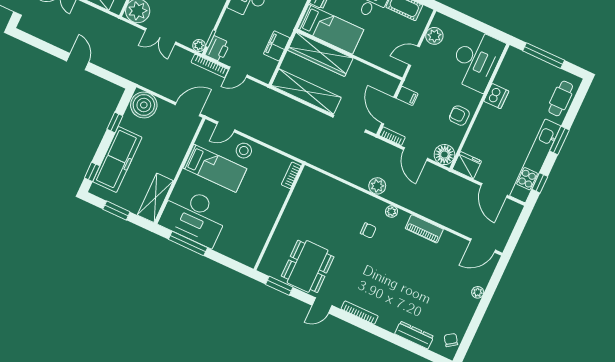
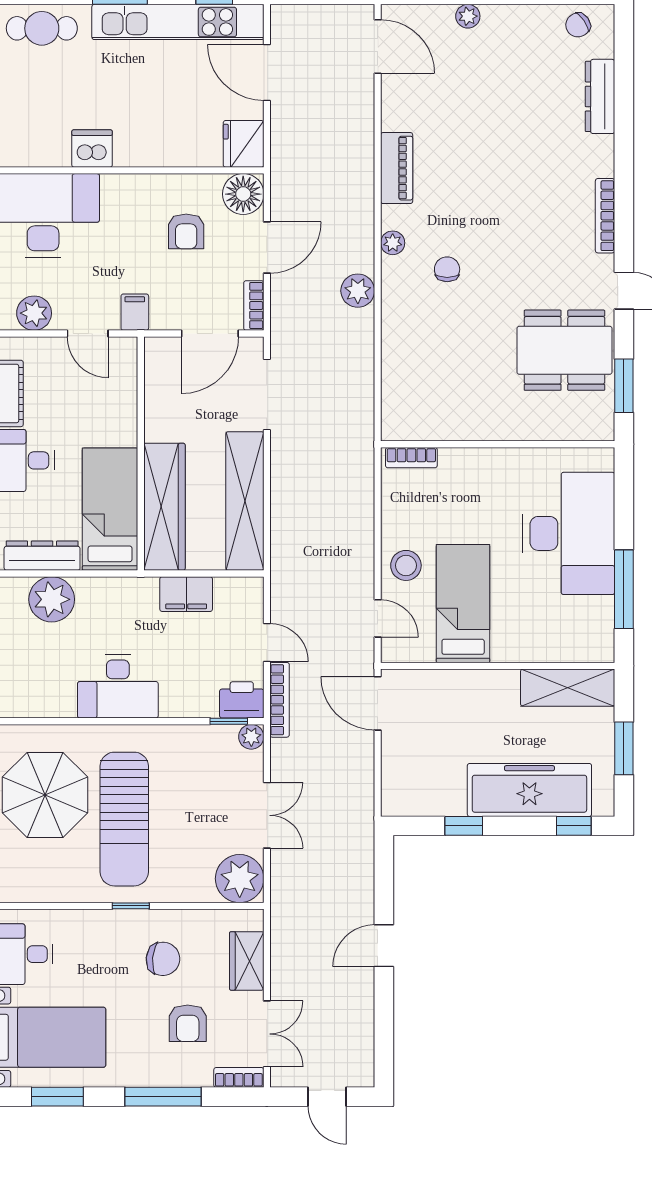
filing cabinet: (407, 96) -> (135, 312), moved
boiler: (144, 105) -> (407, 788), removed
armchair: (459, 116) -> (186, 231), moved
door: (494, 190) -> (267, 72), swing flipped
desk: (194, 216) -> (569, 533), moved

